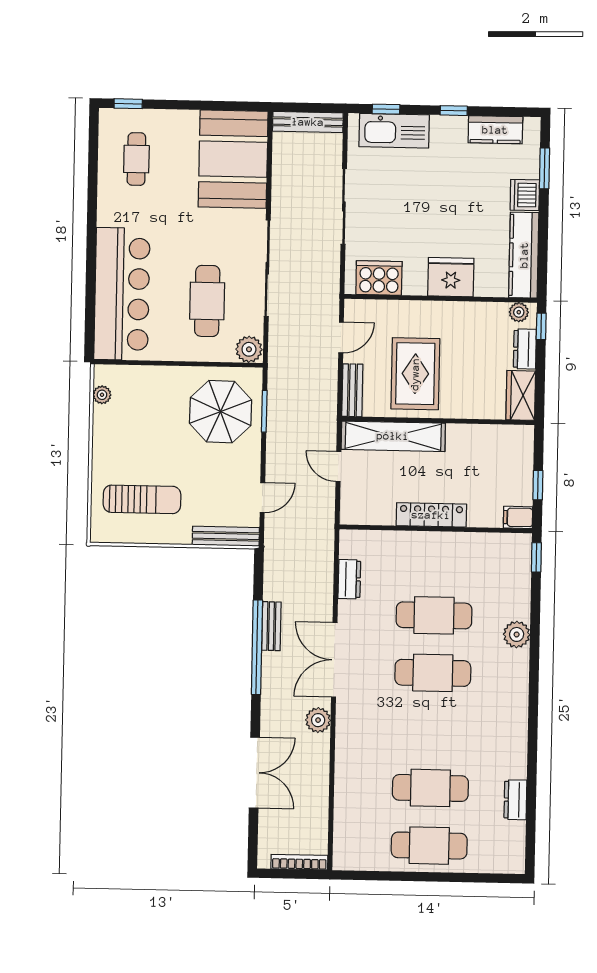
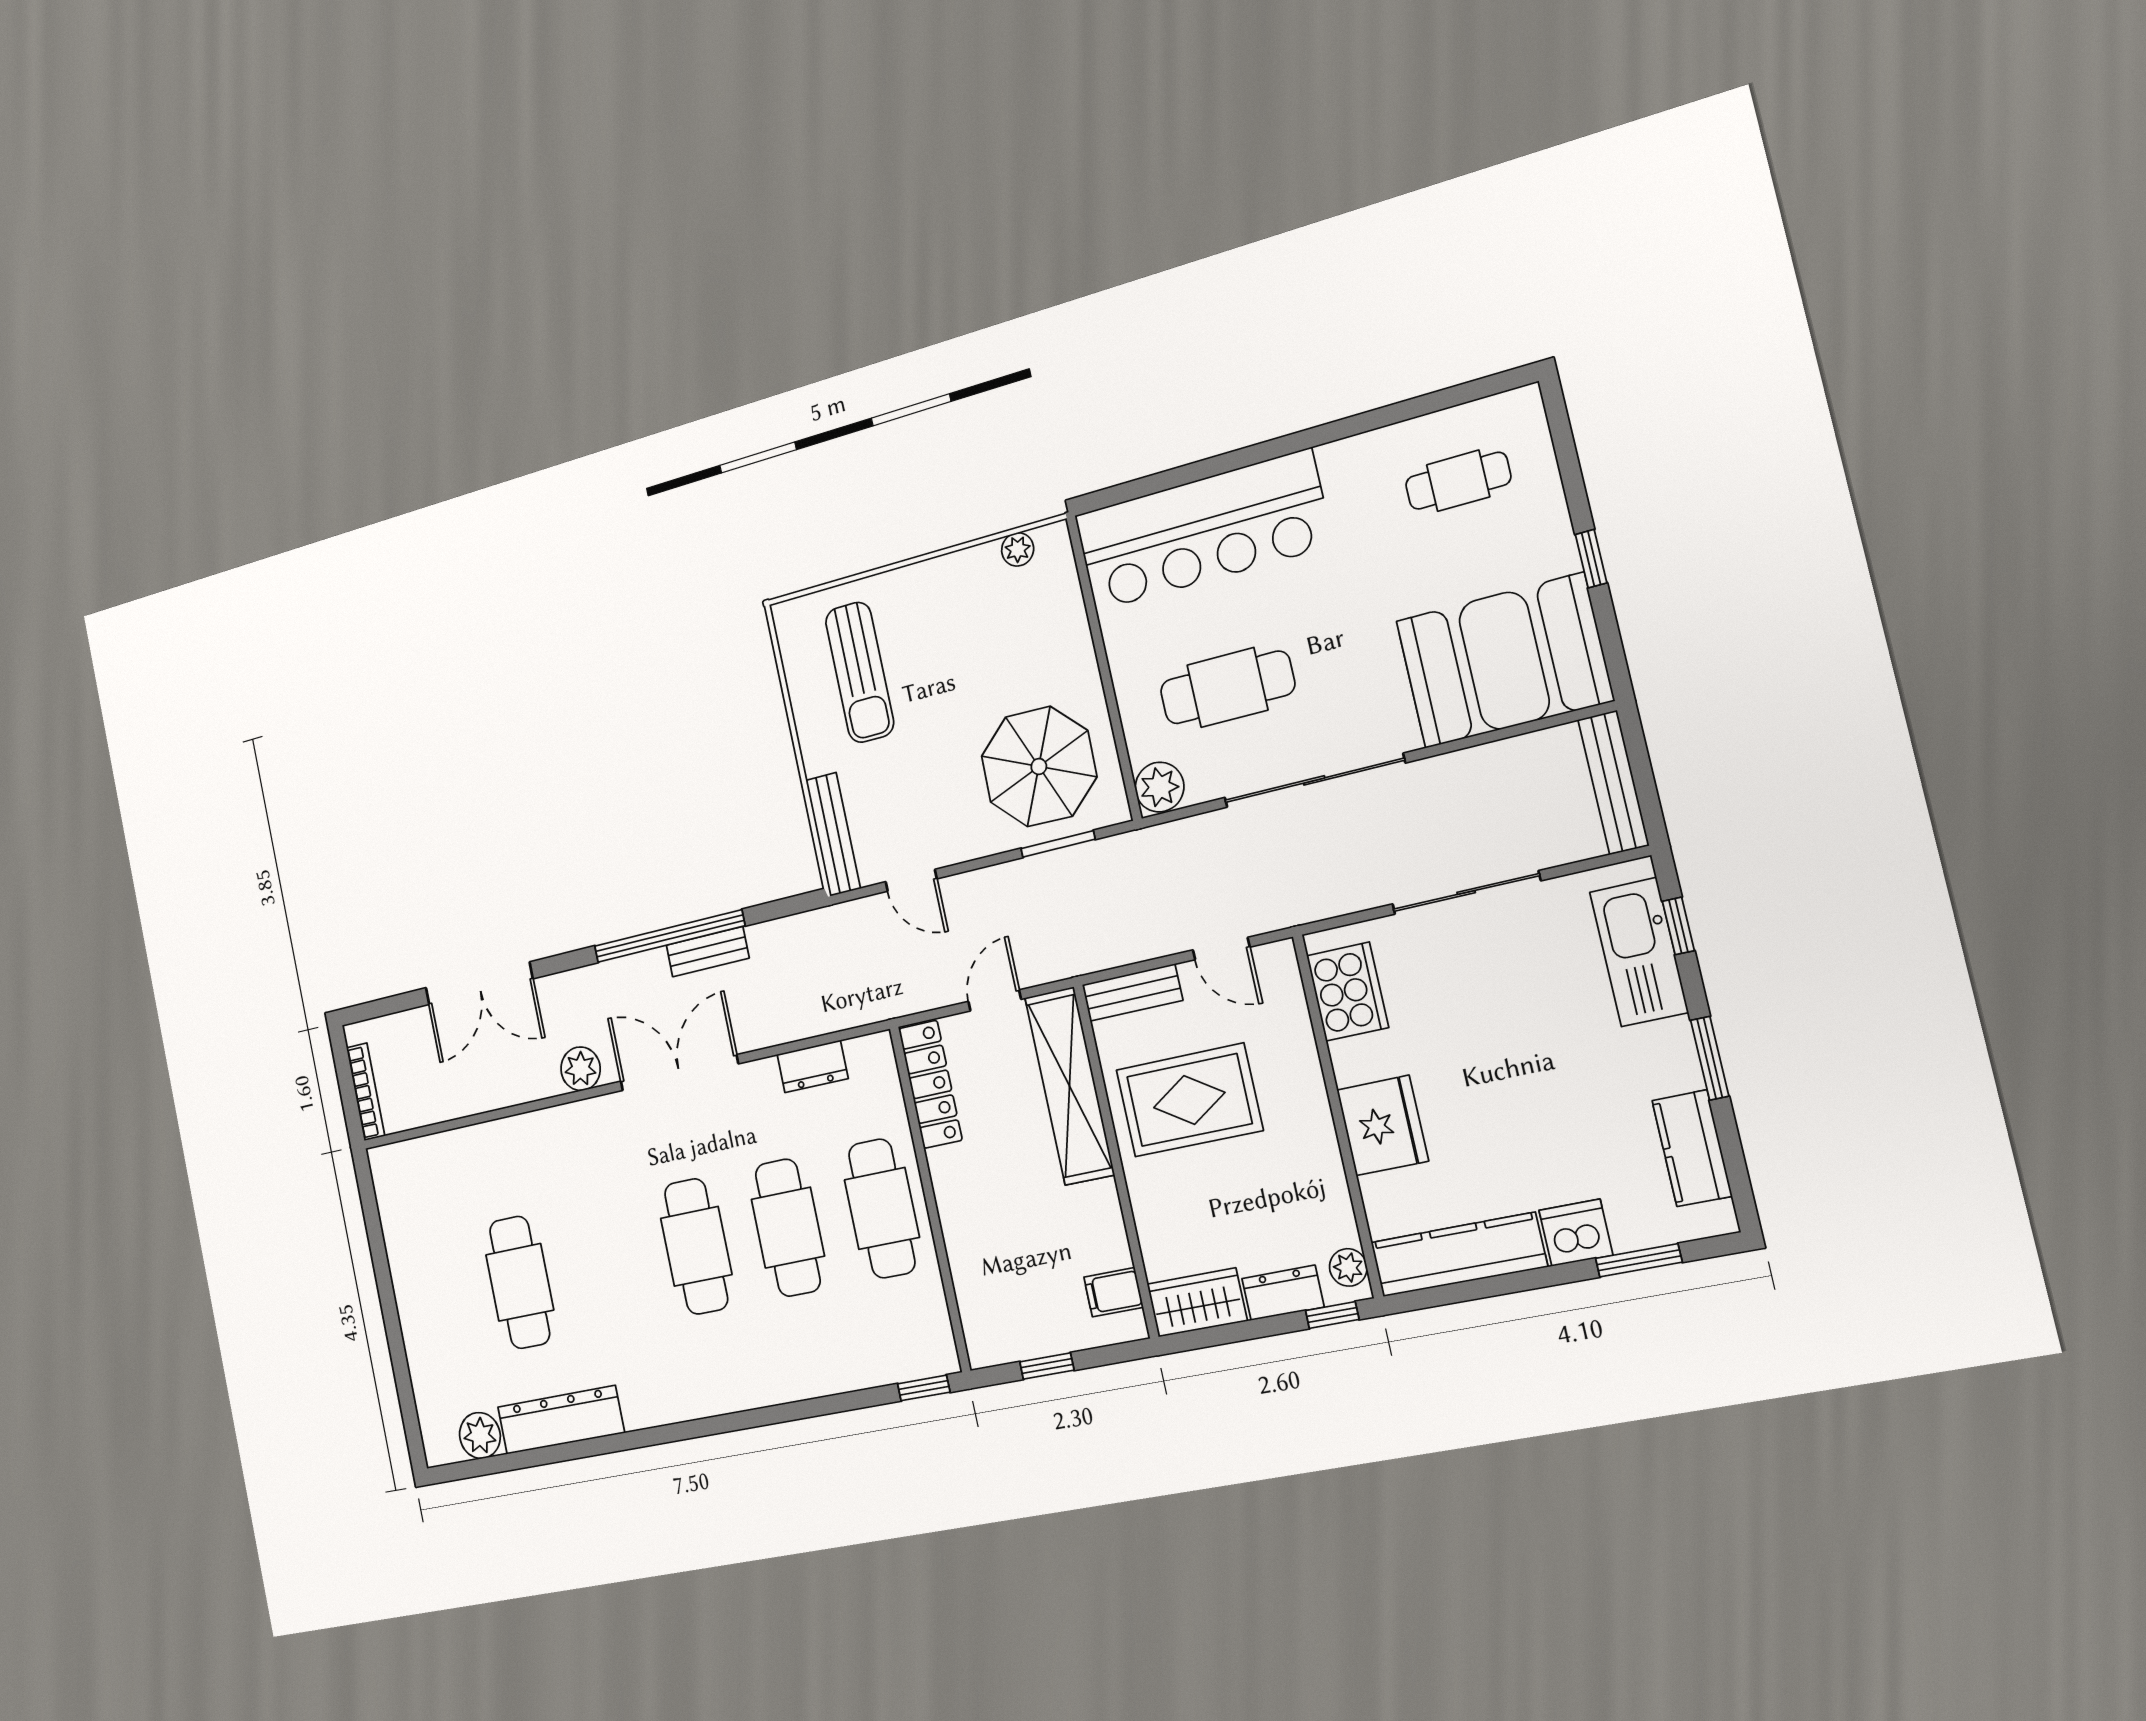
window: (128, 104) -> (1591, 559), moved
window: (454, 111) -> (1710, 1058), width x1.50
locker: (431, 515) -> (930, 1084), moved
filing cabinet: (518, 517) -> (1113, 1292), moved, turned -90
plant: (517, 634) -> (480, 1435), moved
dresser: (515, 800) -> (561, 1420), width x1.96, depth x1.24
cafe table: (429, 846) -> (882, 1208), moved

